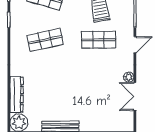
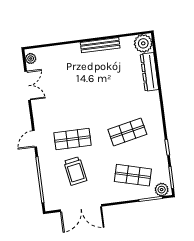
plant: (129, 77) -> (31, 58), moved

